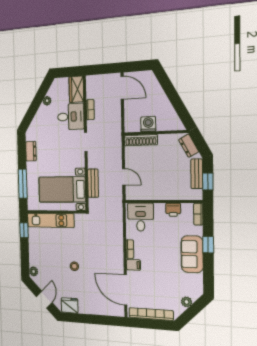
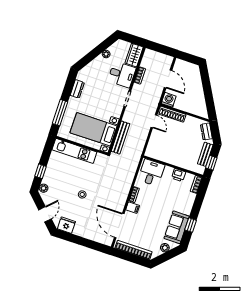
door: (122, 88) -> (168, 79), moved
washing machine: (148, 124) -> (169, 100), moved
door: (124, 177) -> (154, 121), moved
bench: (93, 183) -> (120, 138), width x1.36
window: (24, 230) -> (41, 171), moved
window: (208, 245) -> (191, 225), moved
sofa: (192, 254) -> (177, 227), moved

